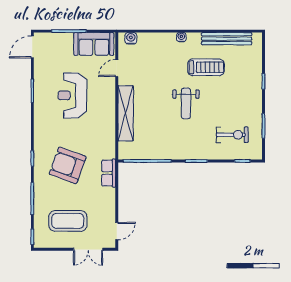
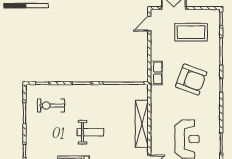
weight bench: (186, 103) -> (90, 132), turned 90

